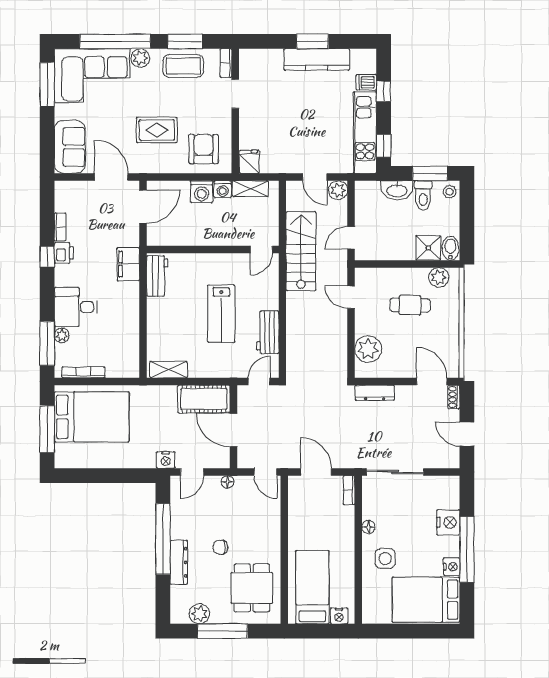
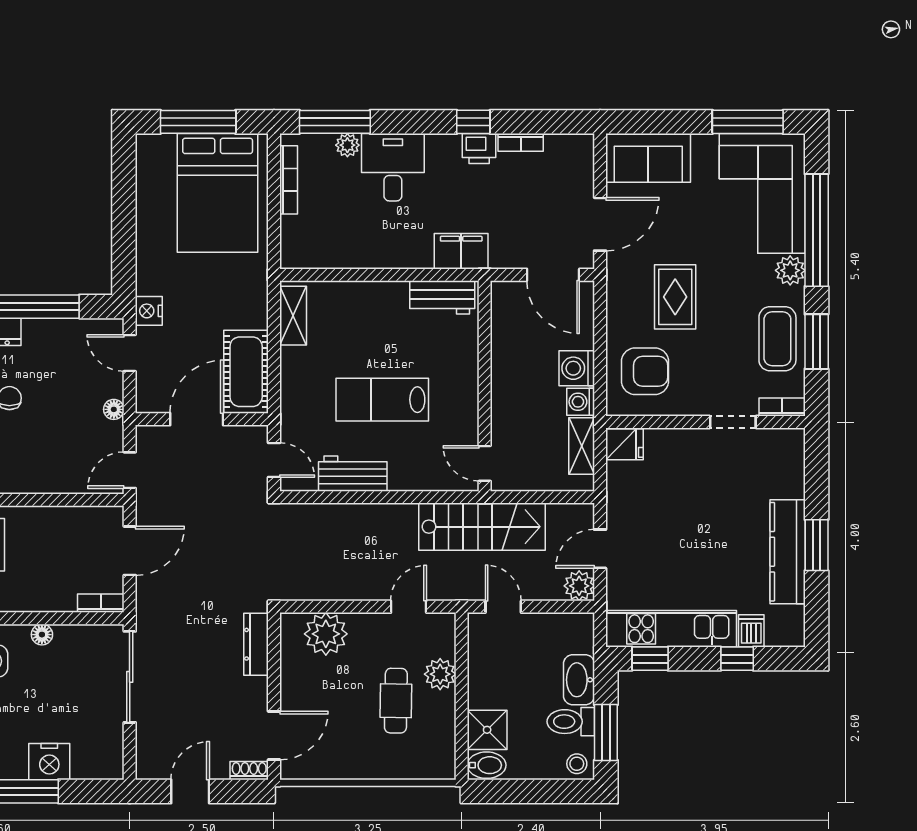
plant: (439, 277) -> (440, 674), moved

